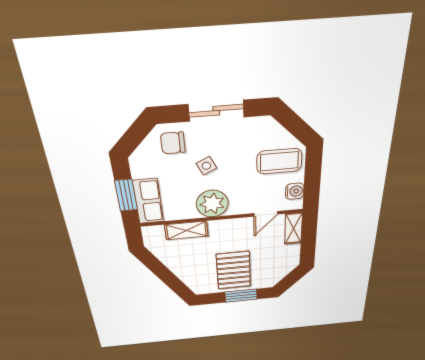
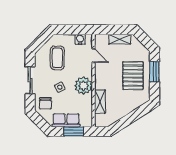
coffee table: (279, 161) -> (57, 58), moved
row of seats: (148, 201) -> (66, 120), moved
shelving: (293, 228) -> (120, 39), moved
pallet: (234, 270) -> (133, 76), turned 90

